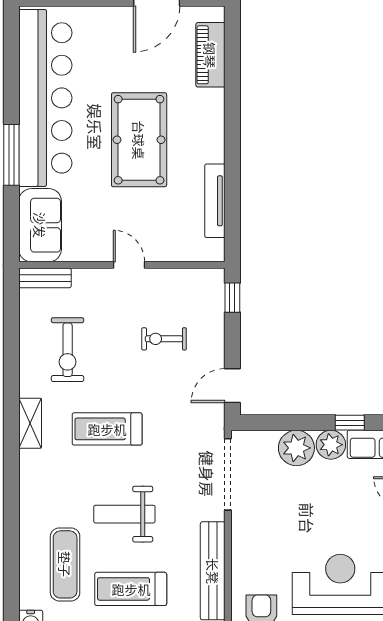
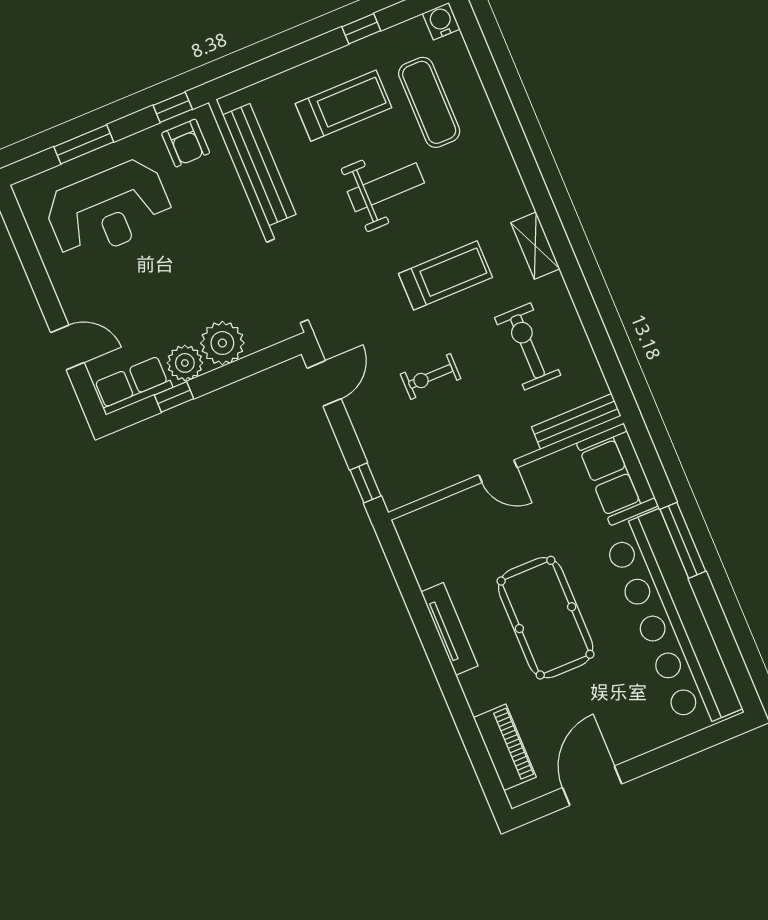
tv unit: (215, 201) -> (450, 629), moved
bench: (45, 278) -> (576, 421), width x1.36
exercise bike: (164, 339) -> (431, 376), moved, turned 180

